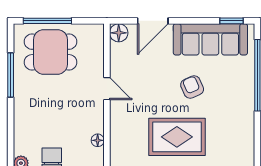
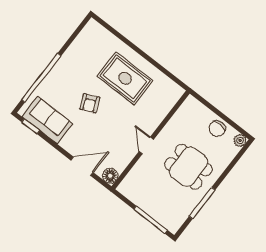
sofa: (210, 39) -> (47, 120), width x0.73
dining table: (50, 52) -> (188, 167), moved
floor lamp: (98, 140) -> (178, 116), removed

